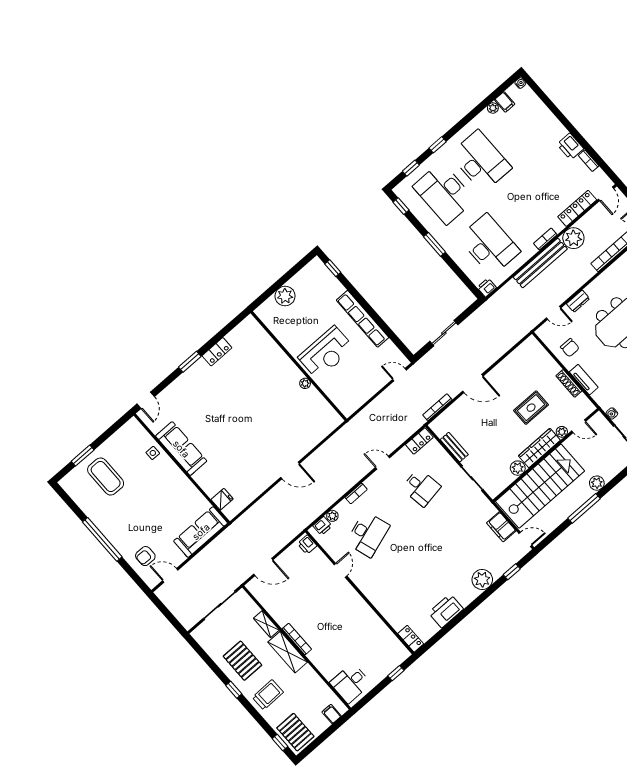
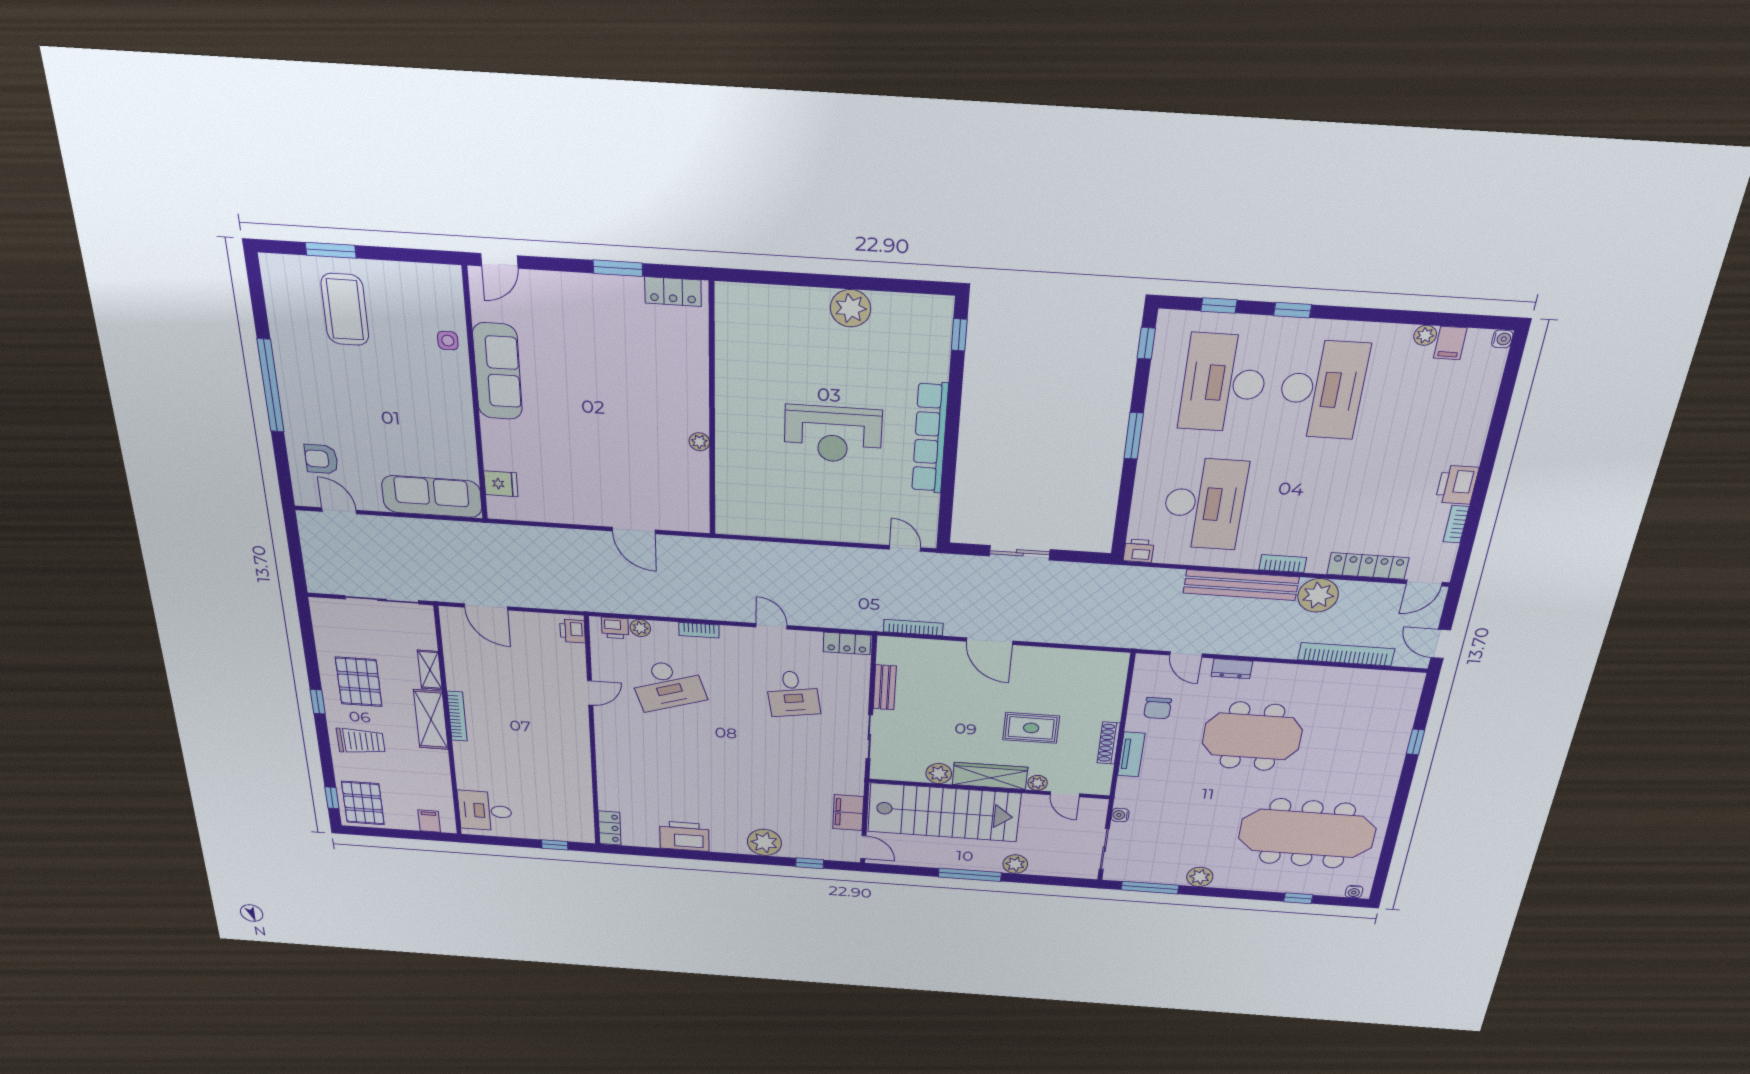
wall: (299, 366) -> (712, 412), moved
plant: (305, 383) -> (699, 442), moved

